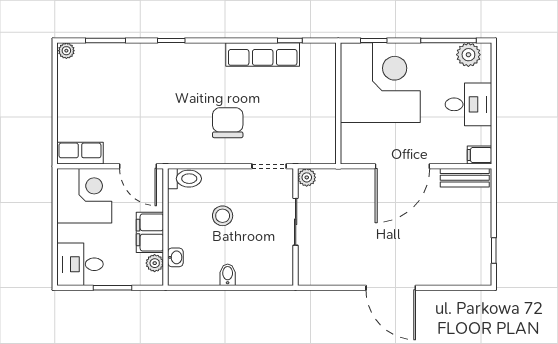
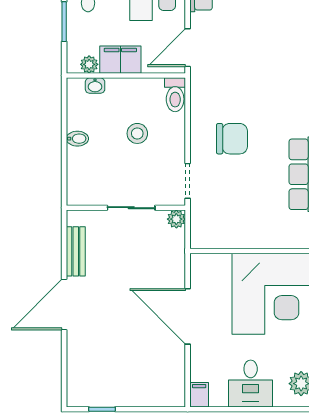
bench: (465, 178) -> (76, 251), moved

